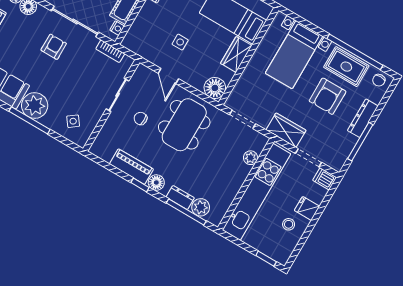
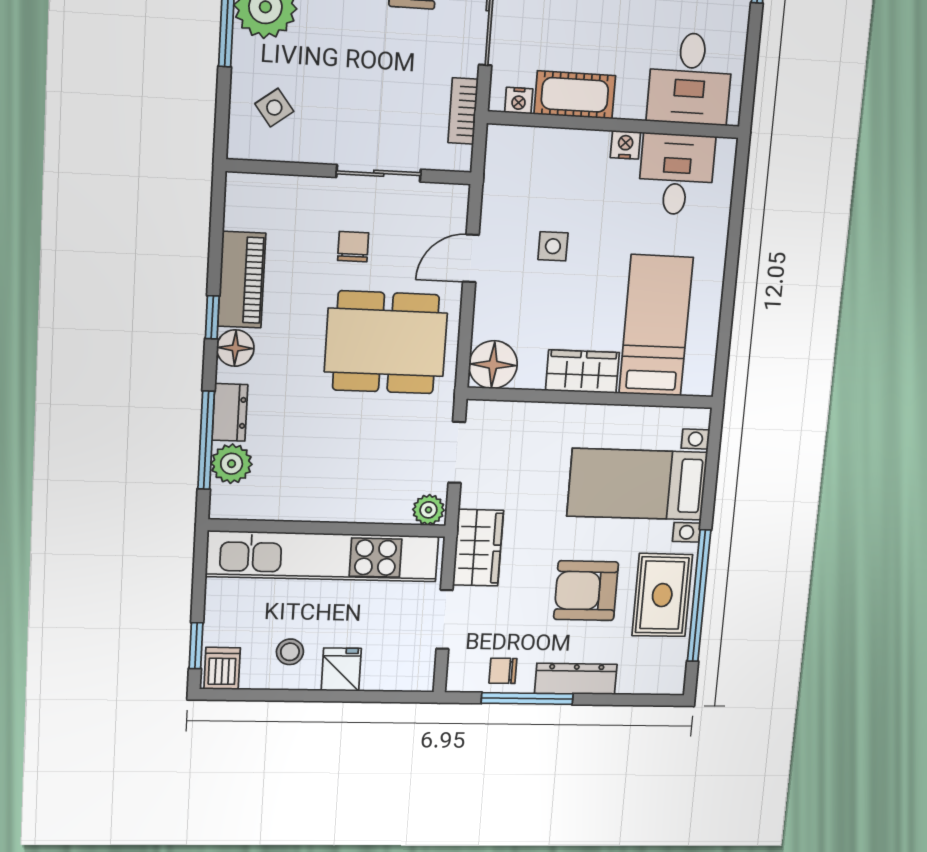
chair: (379, 80) -> (503, 671), moved
plant: (251, 158) -> (428, 510), moved
dishwasher: (325, 179) -> (222, 668), moved

